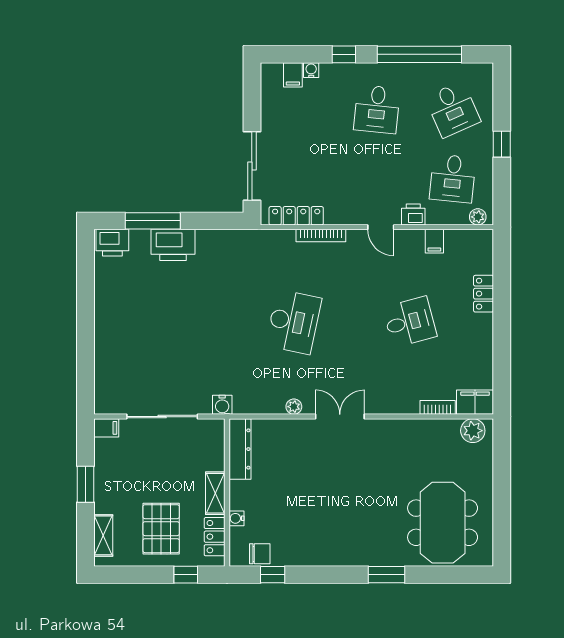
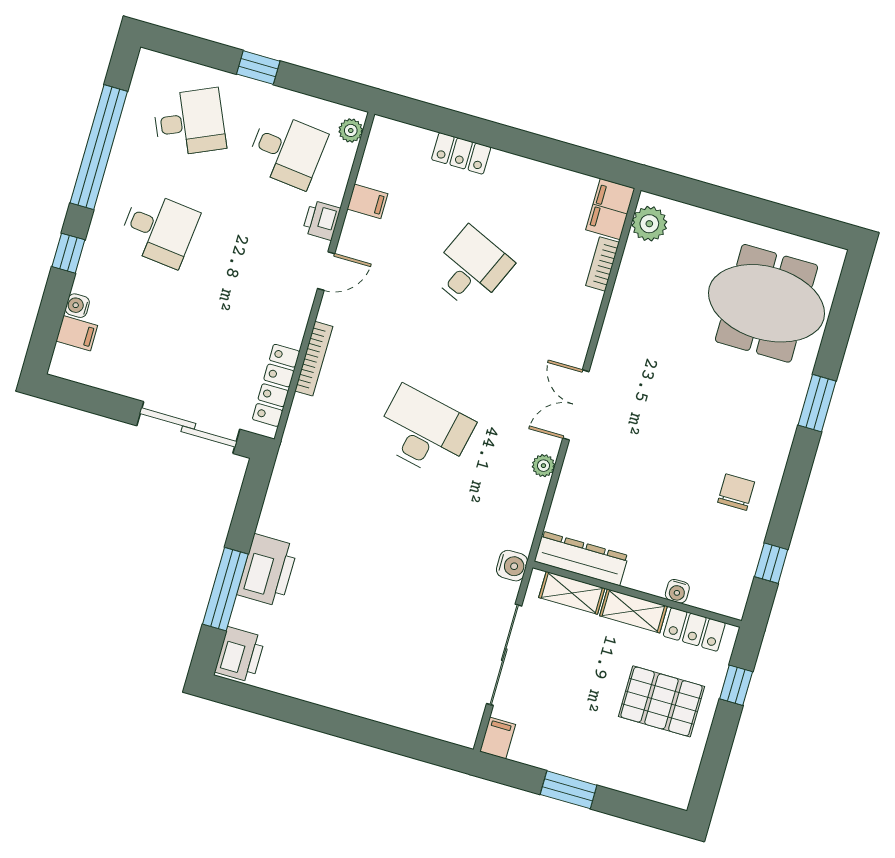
desk: (410, 322) -> (471, 268), turned 39
shelving: (103, 535) -> (572, 593), moved
chair: (260, 554) -> (736, 492), moved

